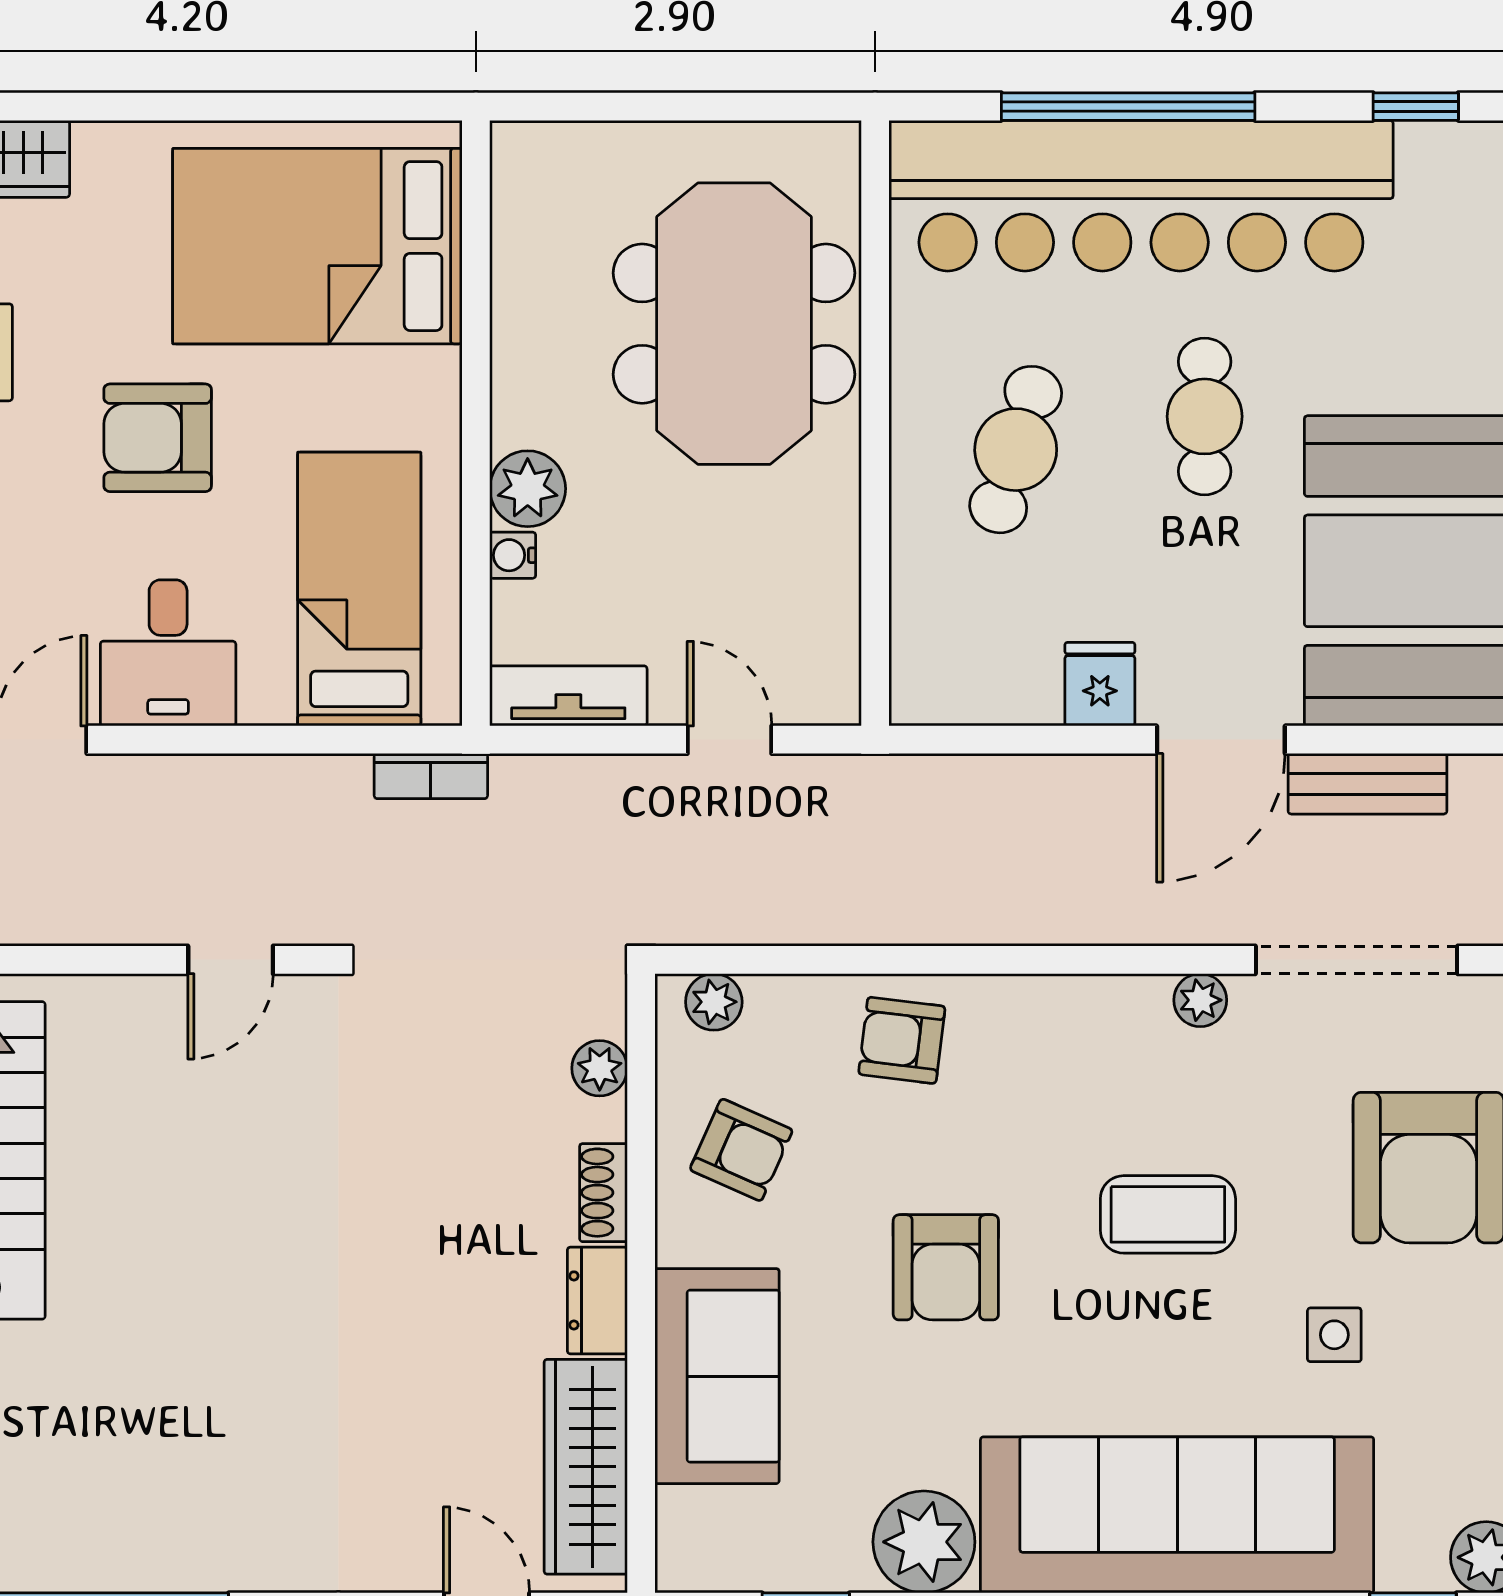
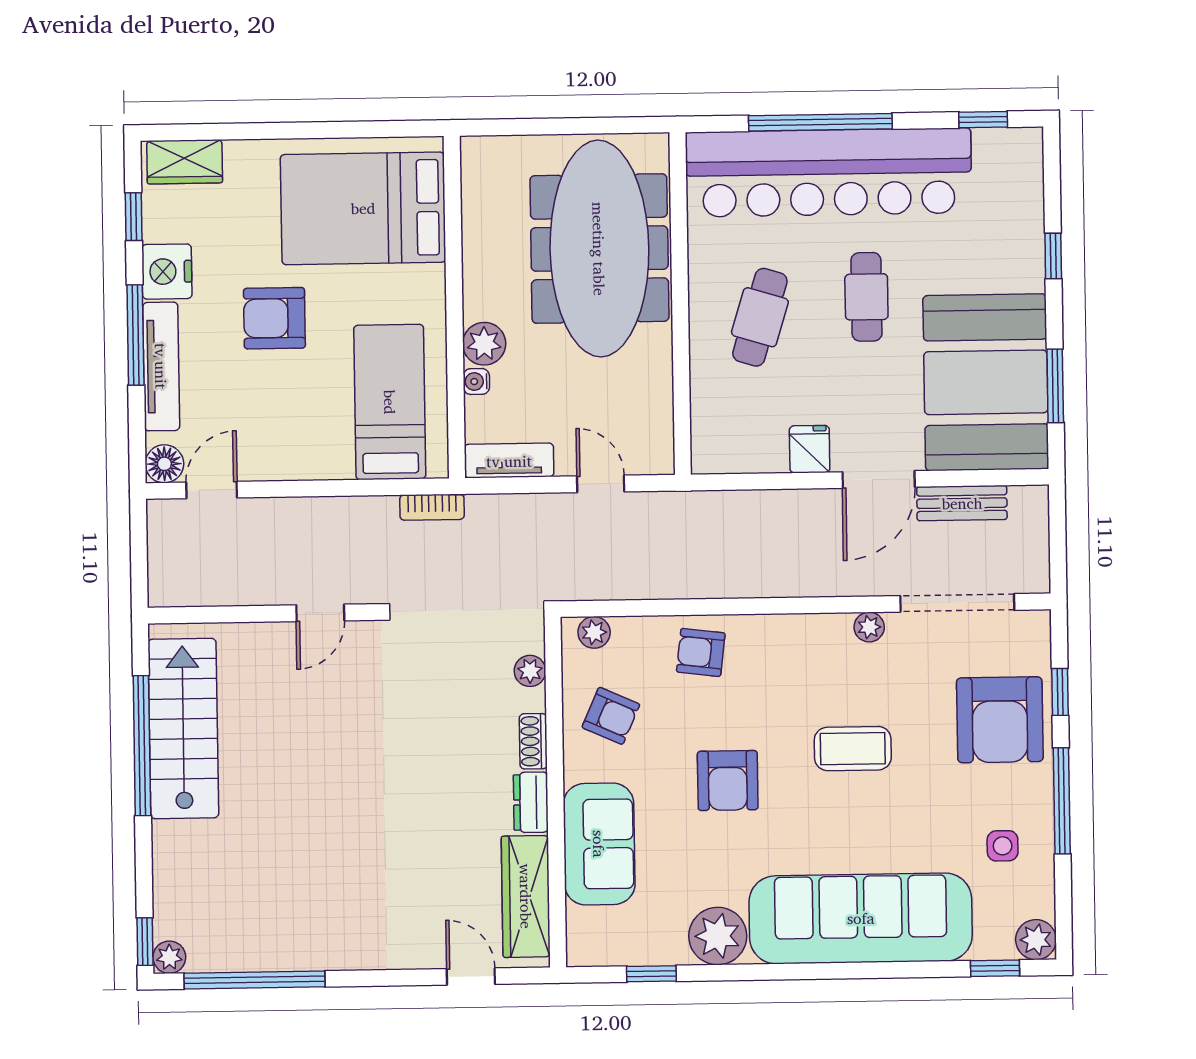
meeting table: (734, 324) -> (599, 249), width x1.36
desk: (168, 653) -> (282, 440), removed
side table: (1334, 1335) -> (1003, 846), moved

